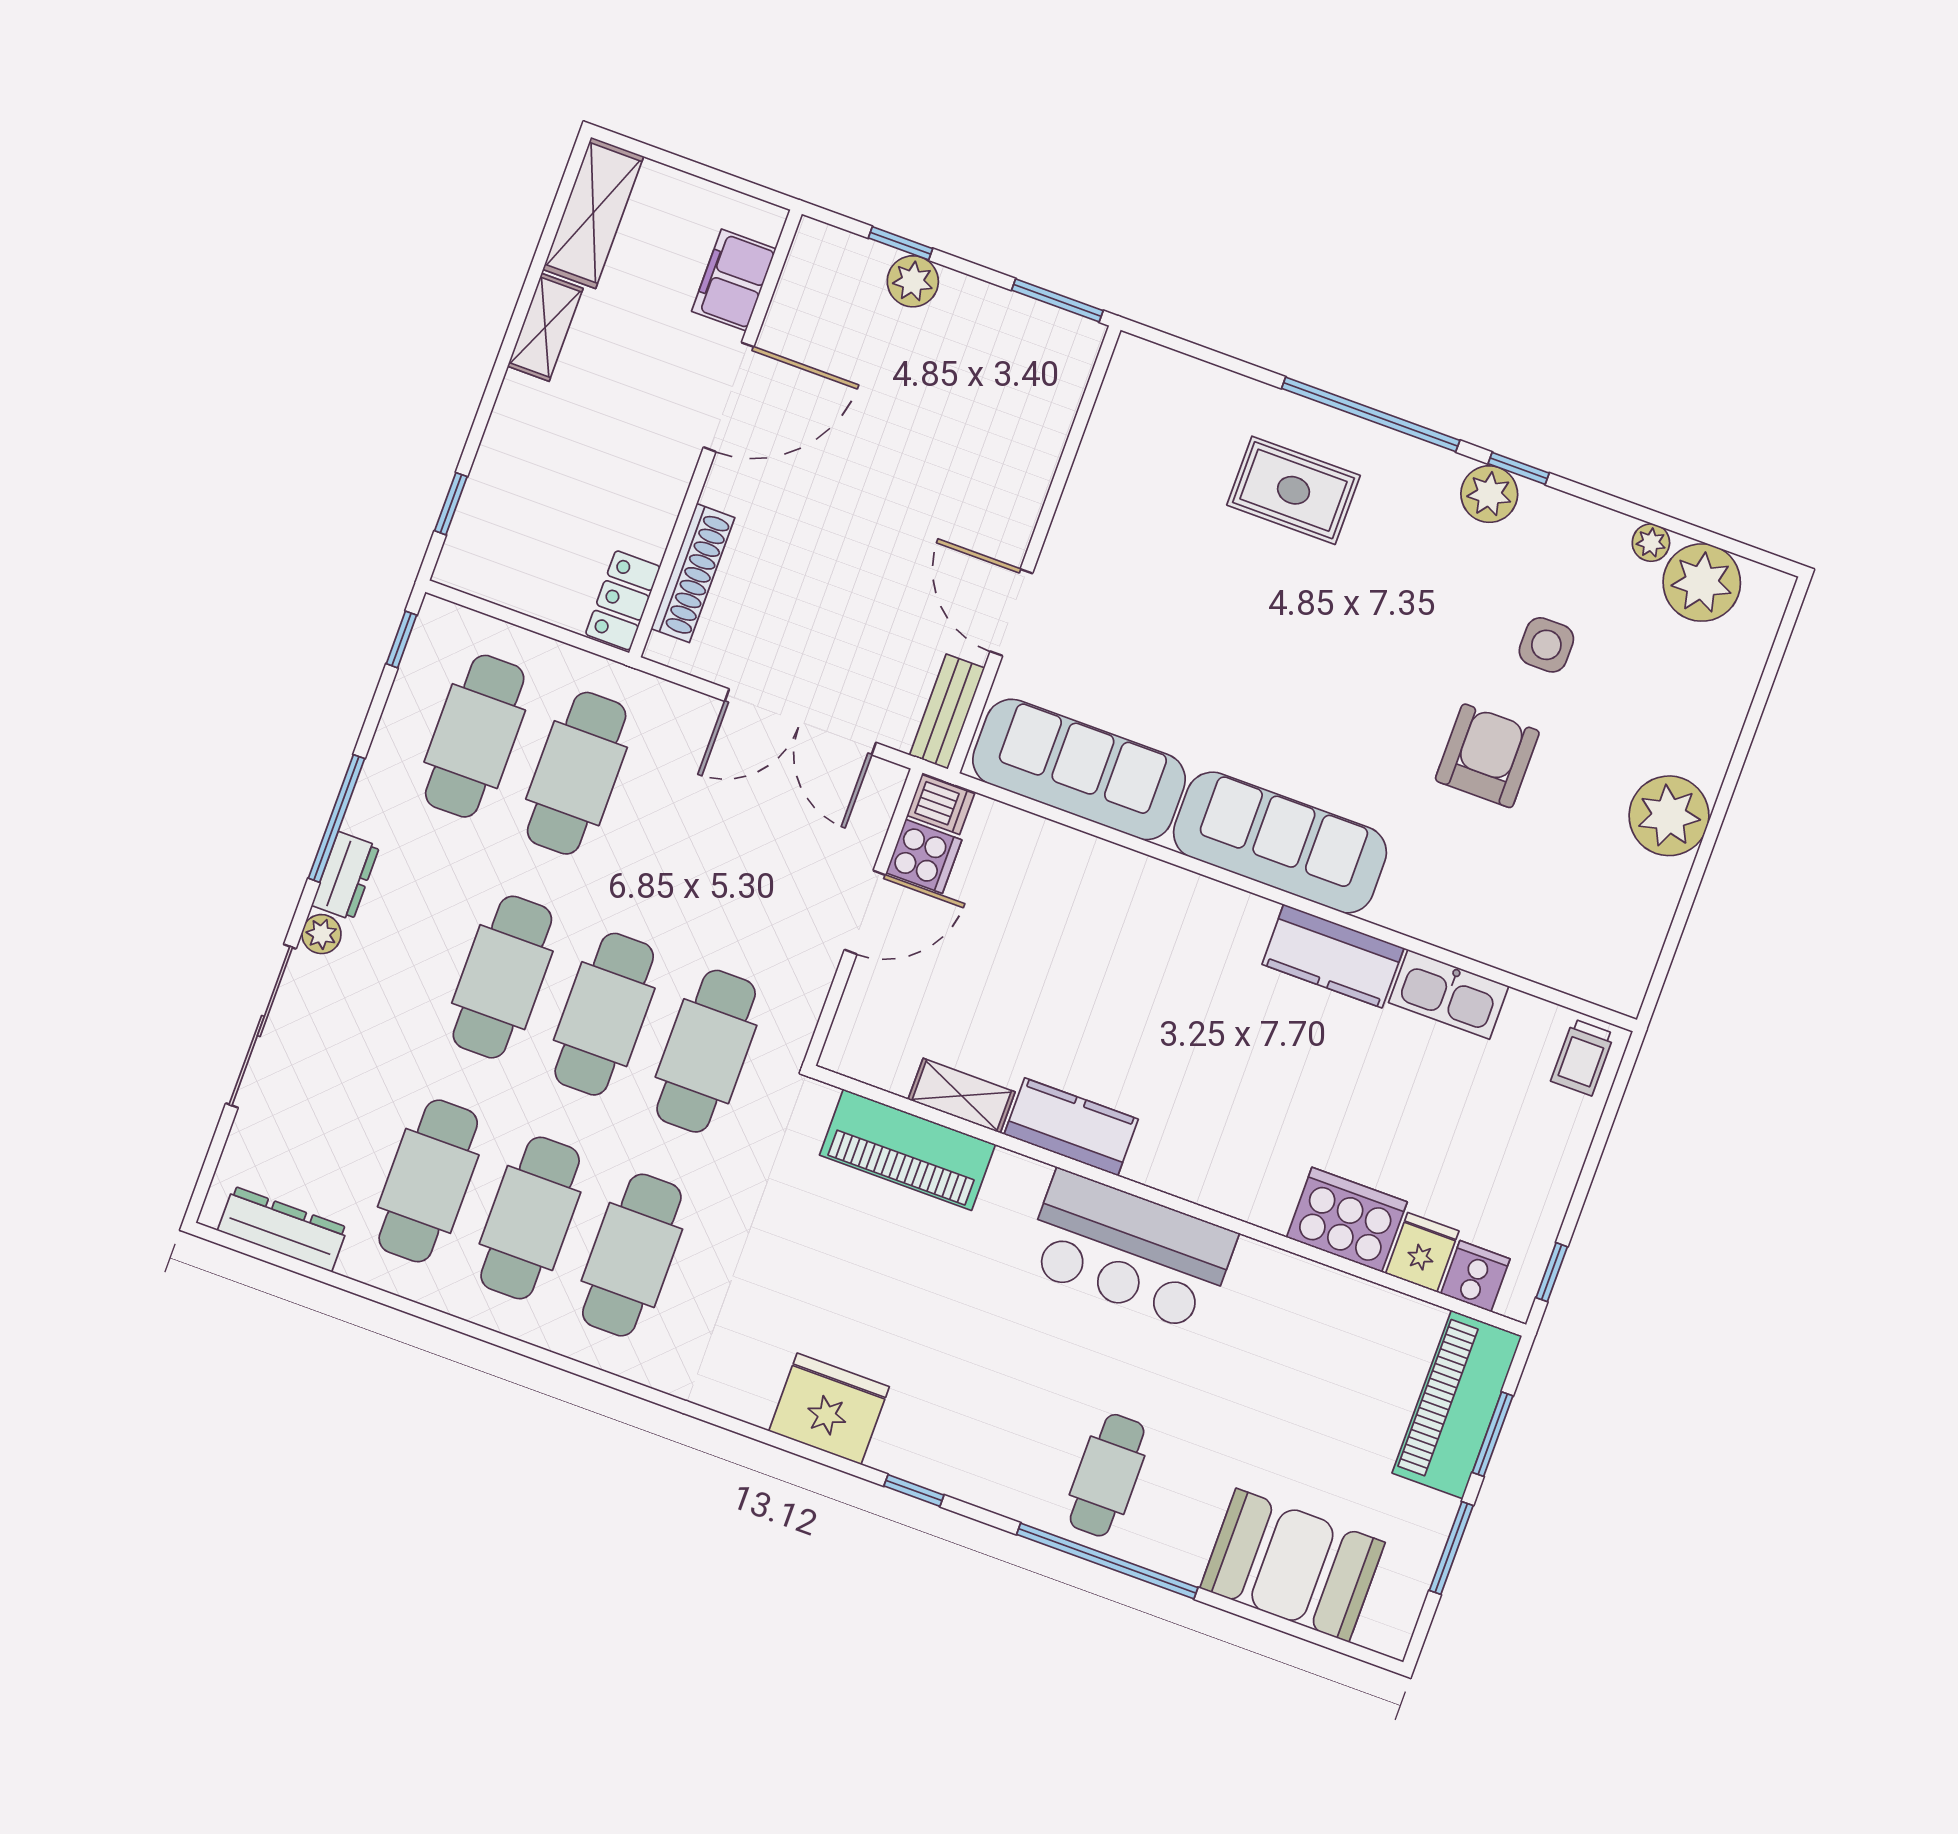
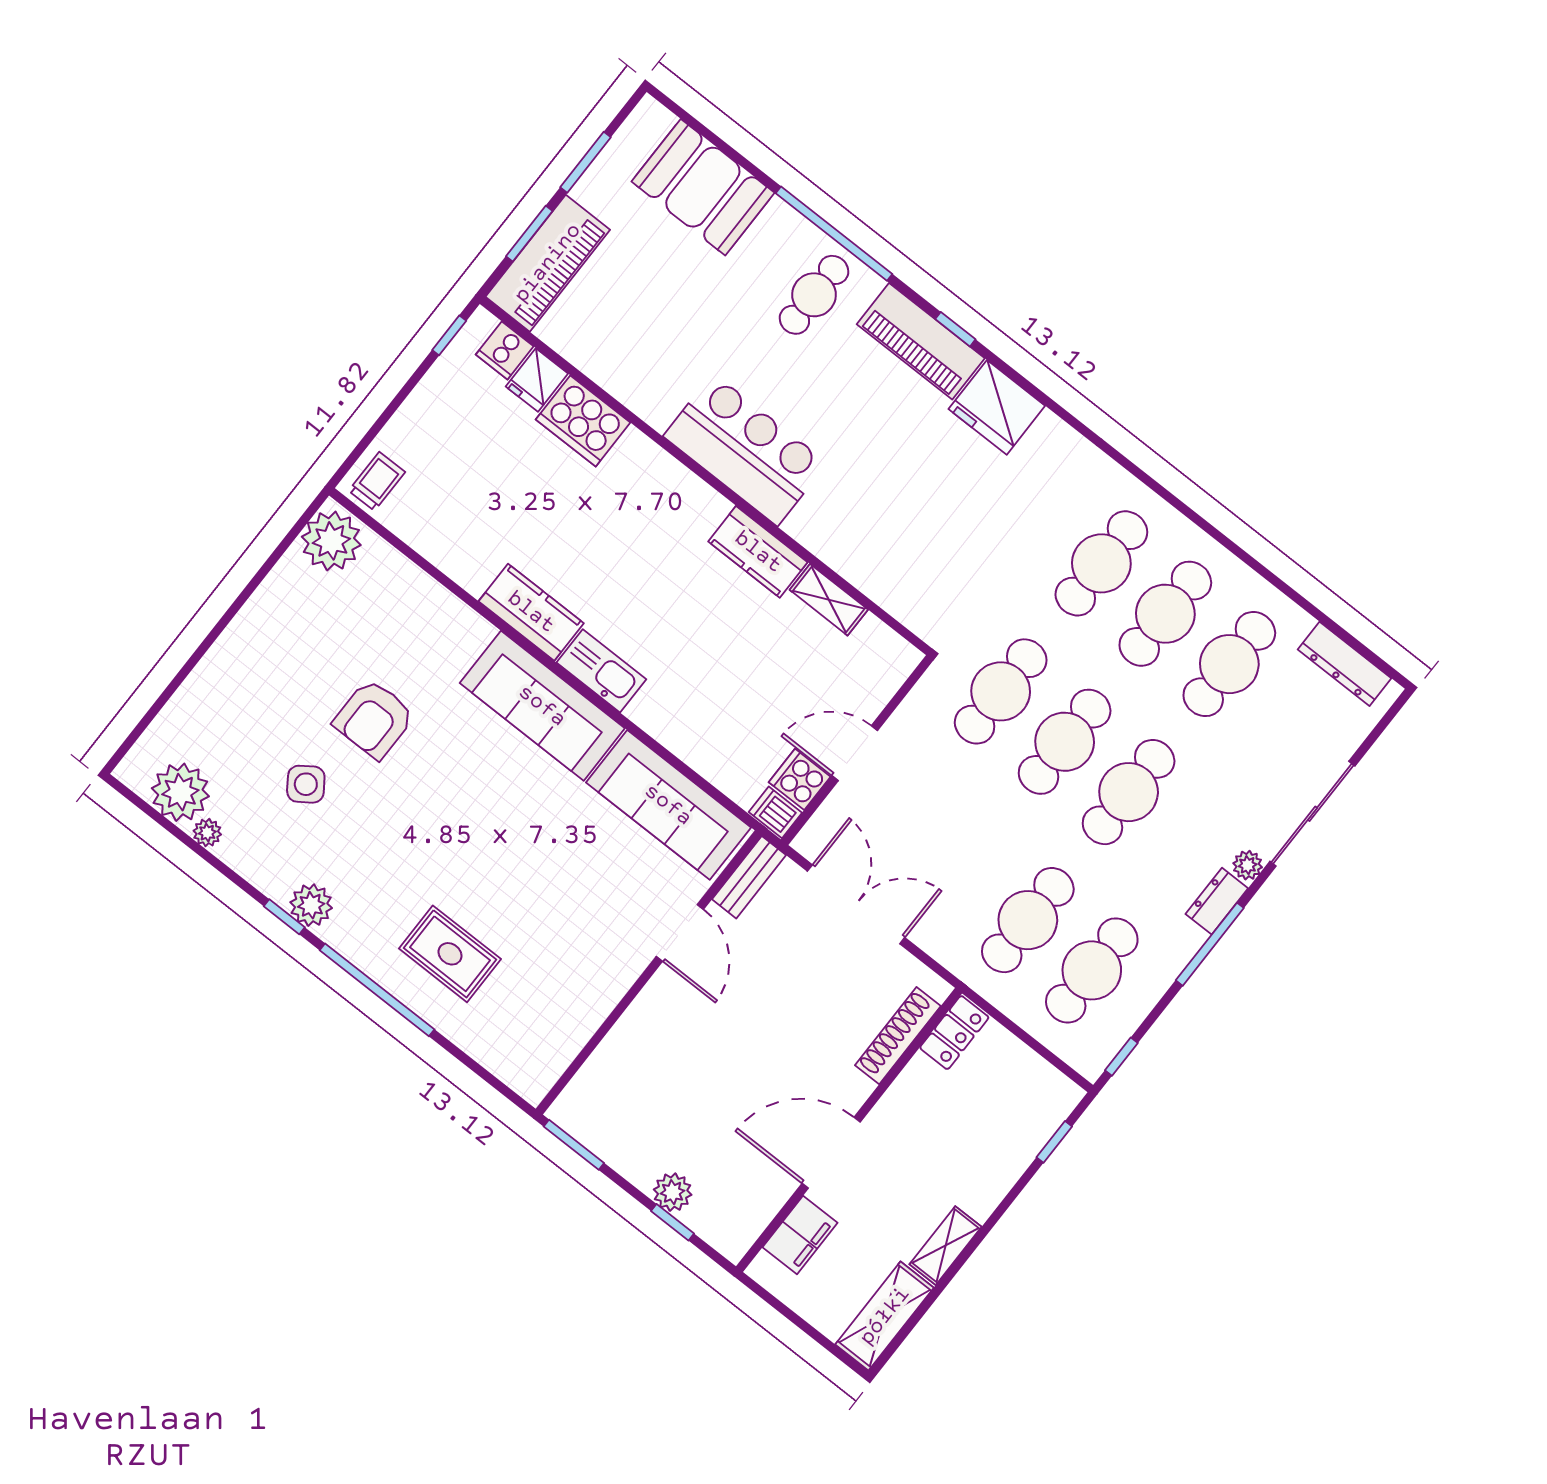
side table: (1546, 645) -> (306, 784), turned -35
plant: (1669, 816) -> (331, 541), moved
kitchen sink: (1449, 994) -> (601, 671), moved
piano: (907, 1150) -> (921, 341), moved, turned 180

